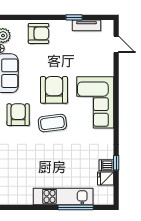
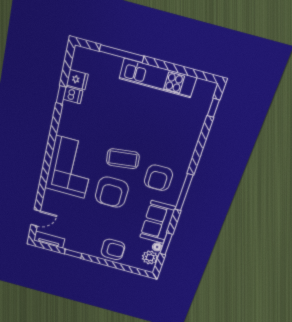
tv unit: (86, 25) -> (49, 240), moved
armchair: (39, 33) -> (113, 249), turned 180
door: (116, 44) -> (36, 218), swing flipped
kitchen unit: (63, 196) -> (158, 78), moved

